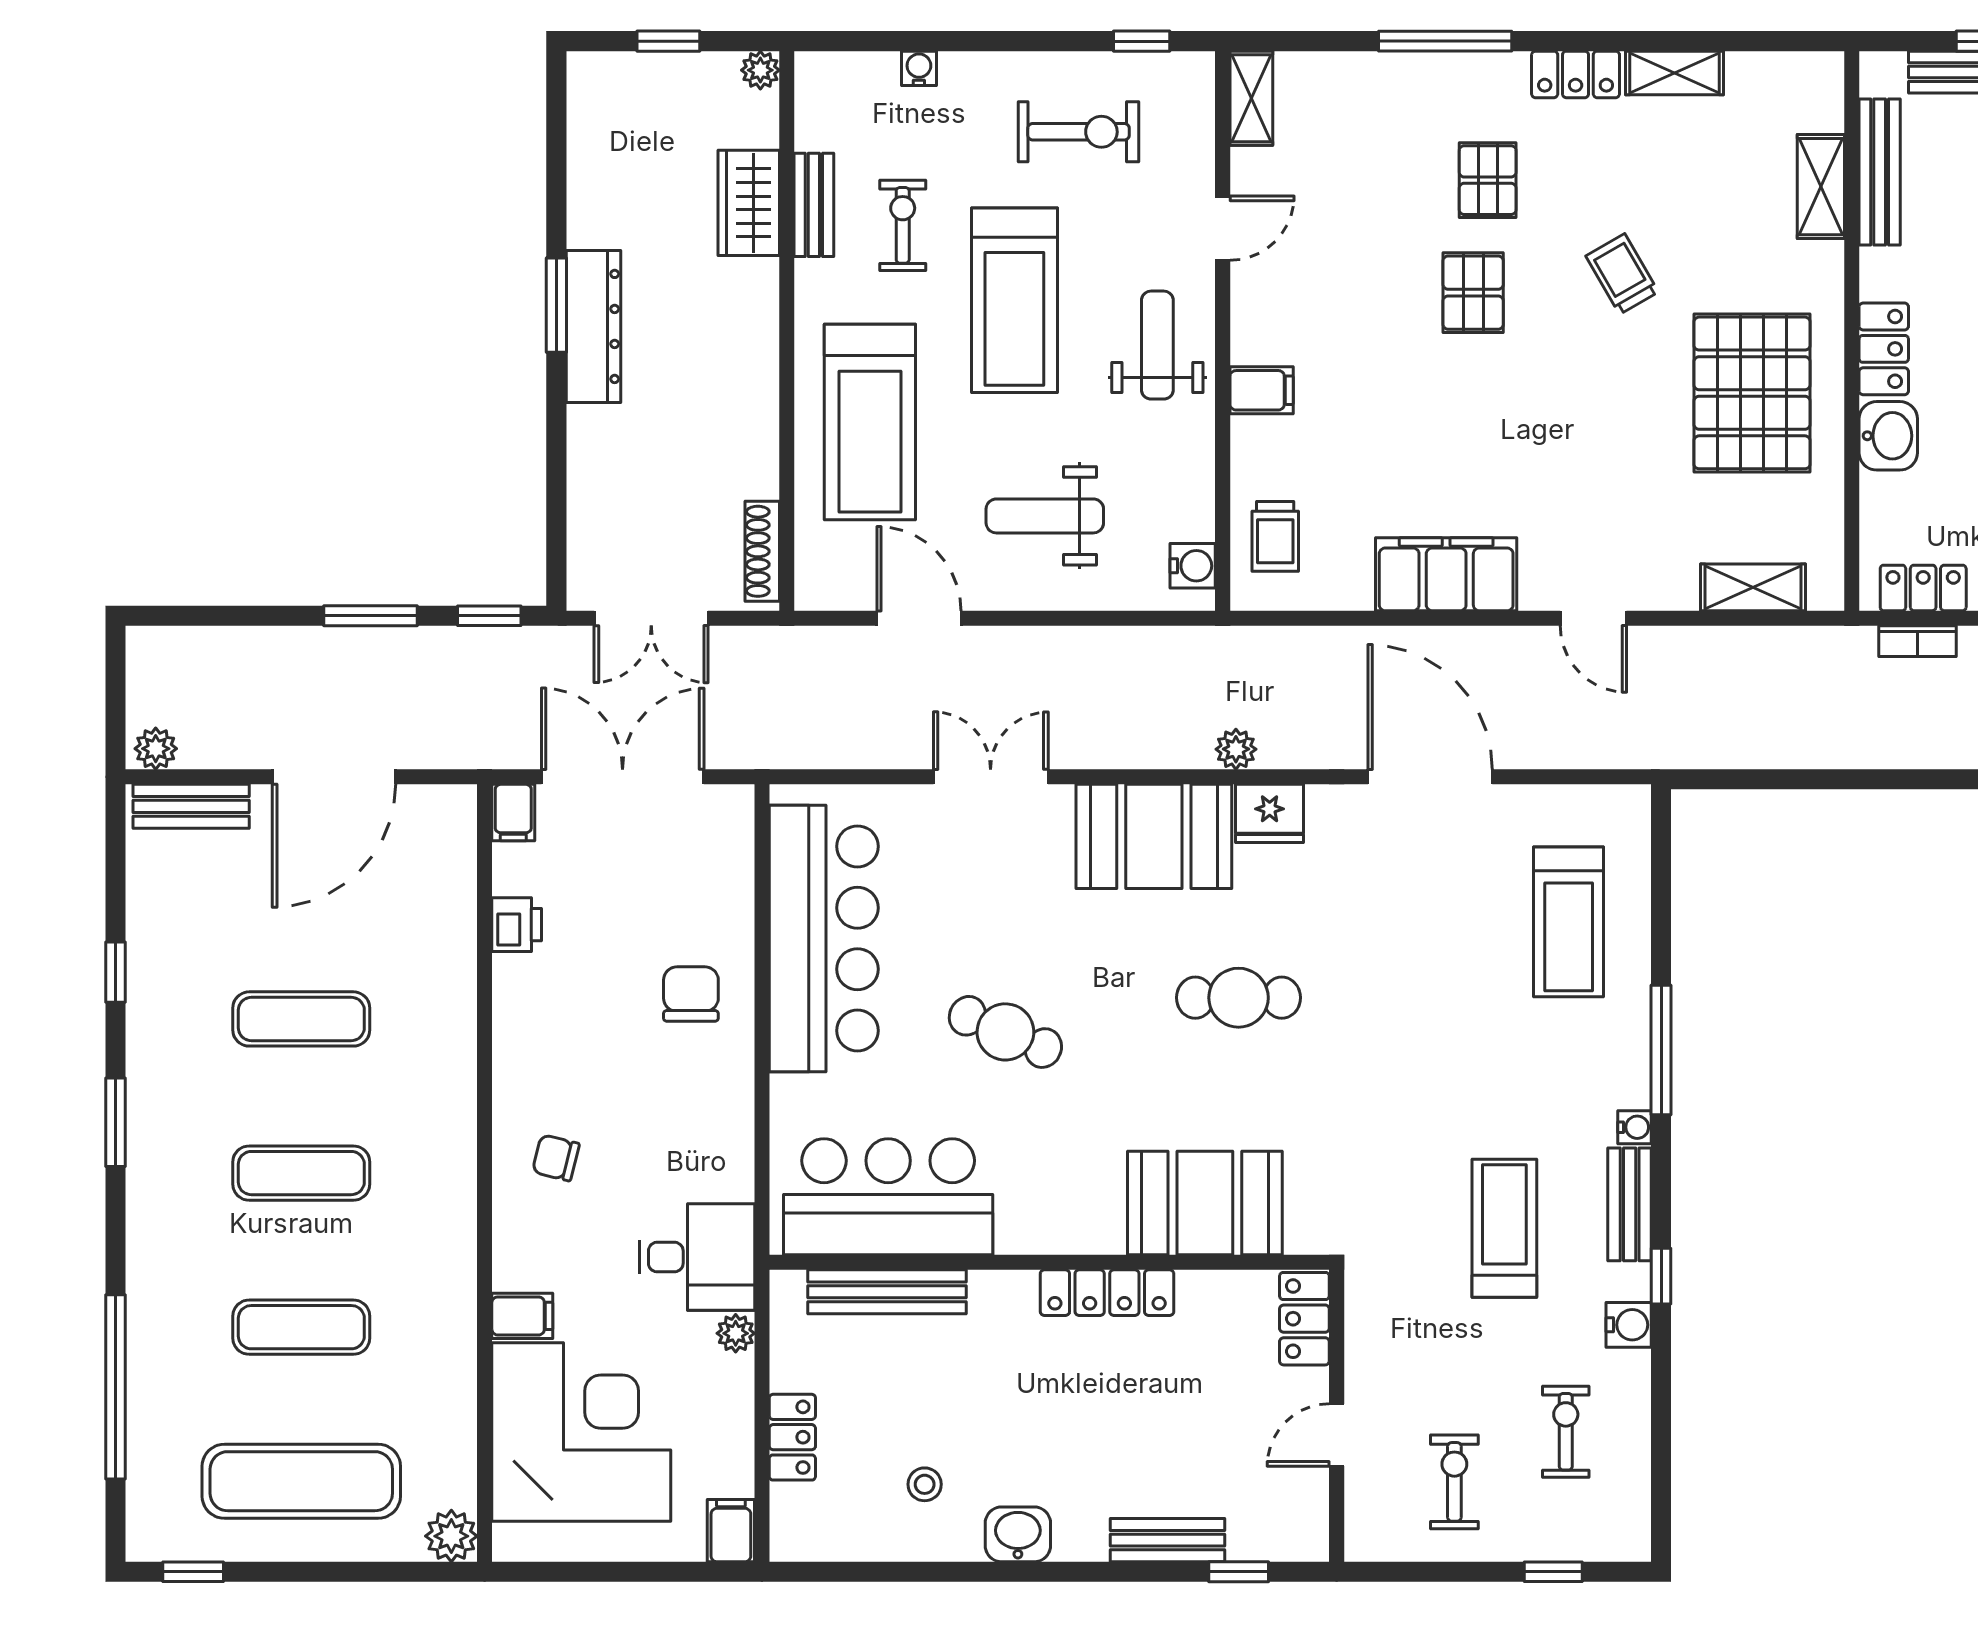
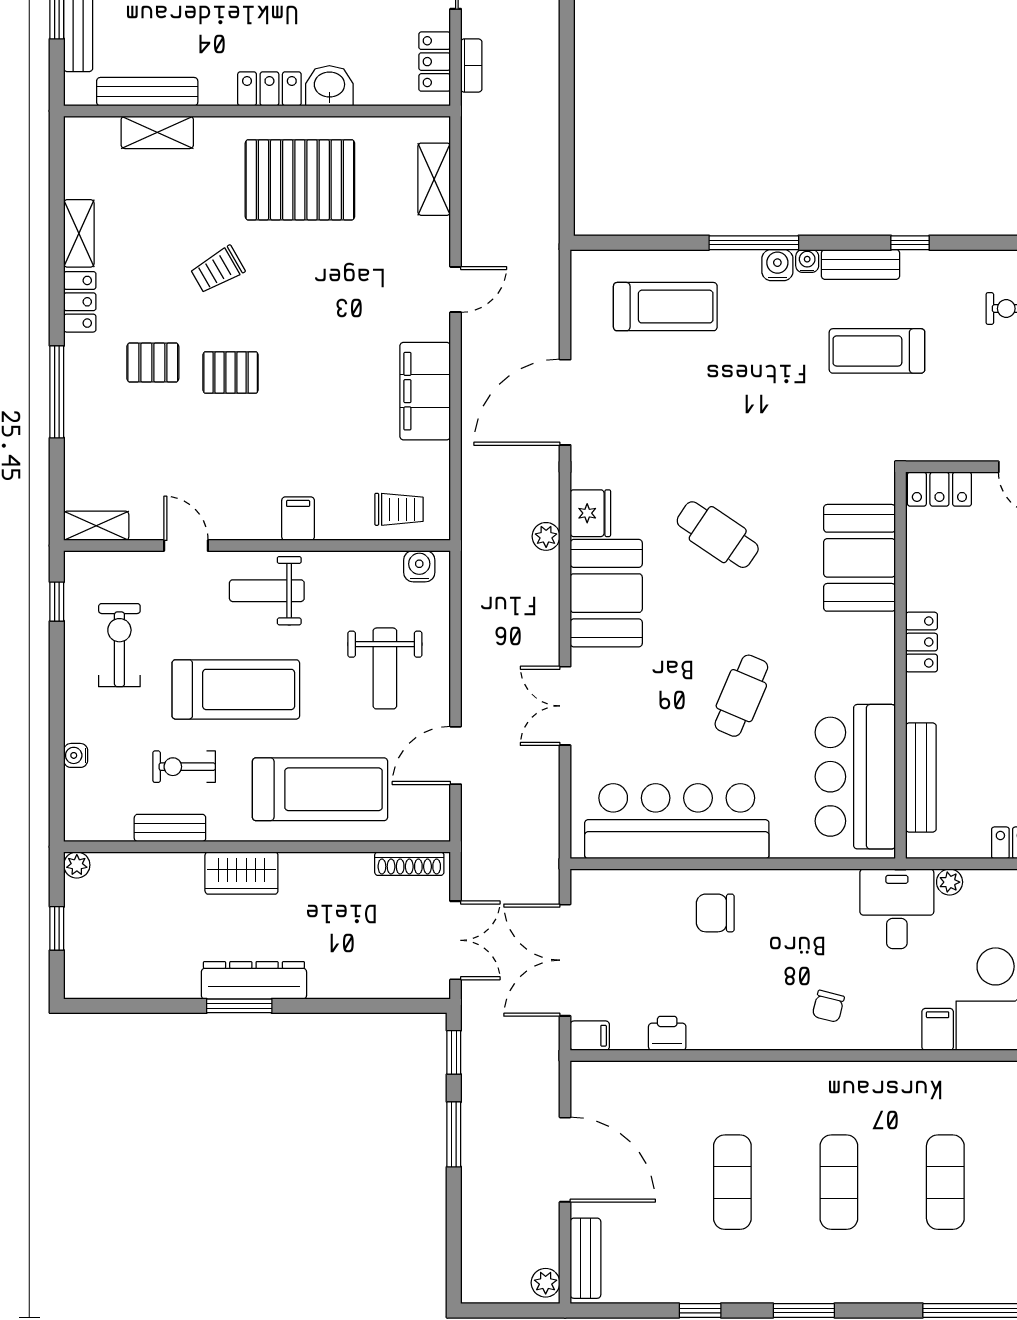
wardrobe: (749, 203) -> (241, 873), moved
cafe table: (1239, 998) -> (718, 535), turned -56
locker: (1107, 1293) -> (921, 642), width x0.66
water cooler: (1629, 1325) -> (777, 265), moved

